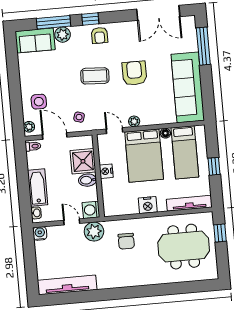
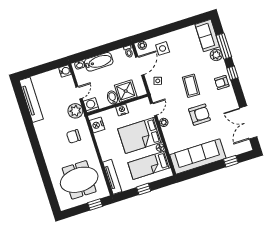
window: (203, 46) -> (231, 161), width x0.46
nightstand: (148, 205) -> (97, 125), moved
meeting table: (184, 247) -> (79, 180), turned 90

